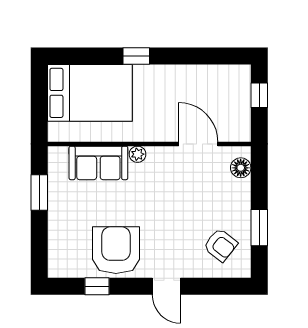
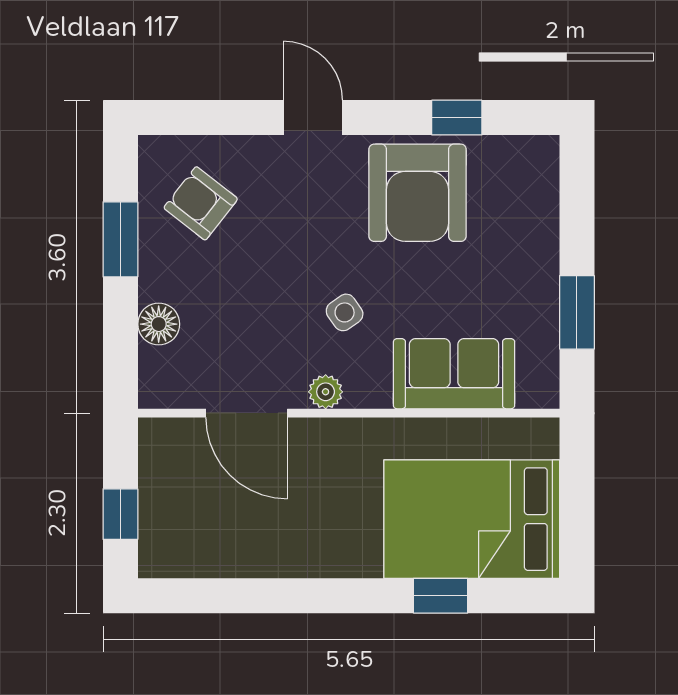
window: (136, 56) -> (441, 596), moved
plant: (138, 154) -> (326, 392), moved
floor lamp: (241, 168) -> (159, 324), moved
side table: (151, 192) -> (345, 312), added

